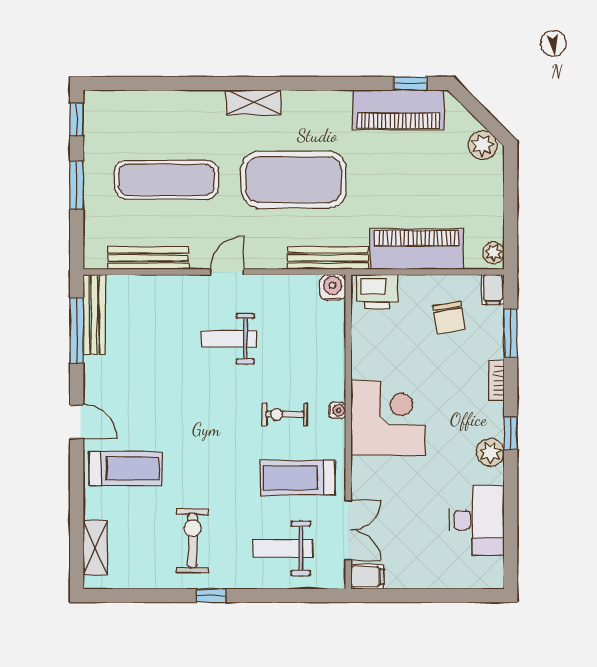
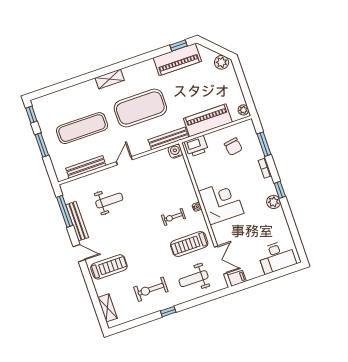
filing cabinet: (493, 290) -> (249, 127), removed
bench: (94, 314) -> (77, 221), moved
weight bench: (229, 339) -> (109, 201), moved, turned 180
desk: (477, 520) -> (277, 257), moved, turned 90
exercise bike: (192, 540) -> (151, 289), turned -90

